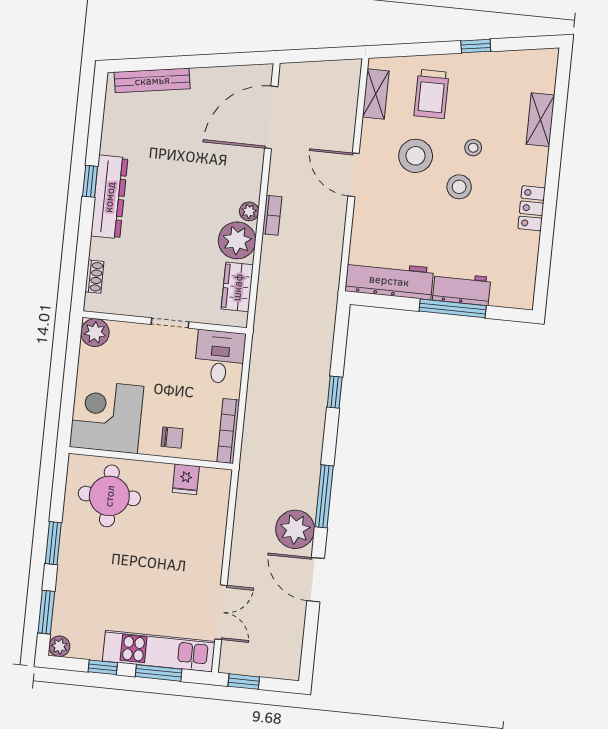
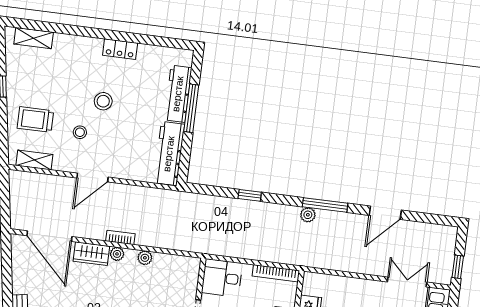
trolley: (431, 94) -> (35, 119), turned 180
shelving: (540, 120) -> (34, 38), moved
stool: (473, 148) -> (75, 90), removed
stool: (416, 156) -> (80, 132), width x0.53, depth x0.53
plant: (237, 240) -> (145, 258), width x0.53, depth x0.53
wardrobe: (237, 287) -> (91, 254), moved
workbench: (462, 289) -> (178, 94), width x1.37
plant: (295, 529) -> (308, 215), moved, width x0.53, depth x0.53

